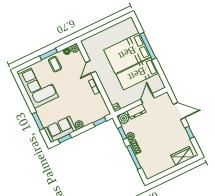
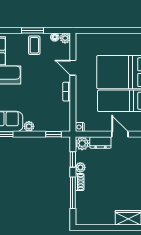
door: (91, 67) -> (73, 68), hinge flipped
door: (148, 99) -> (120, 134), hinge flipped

